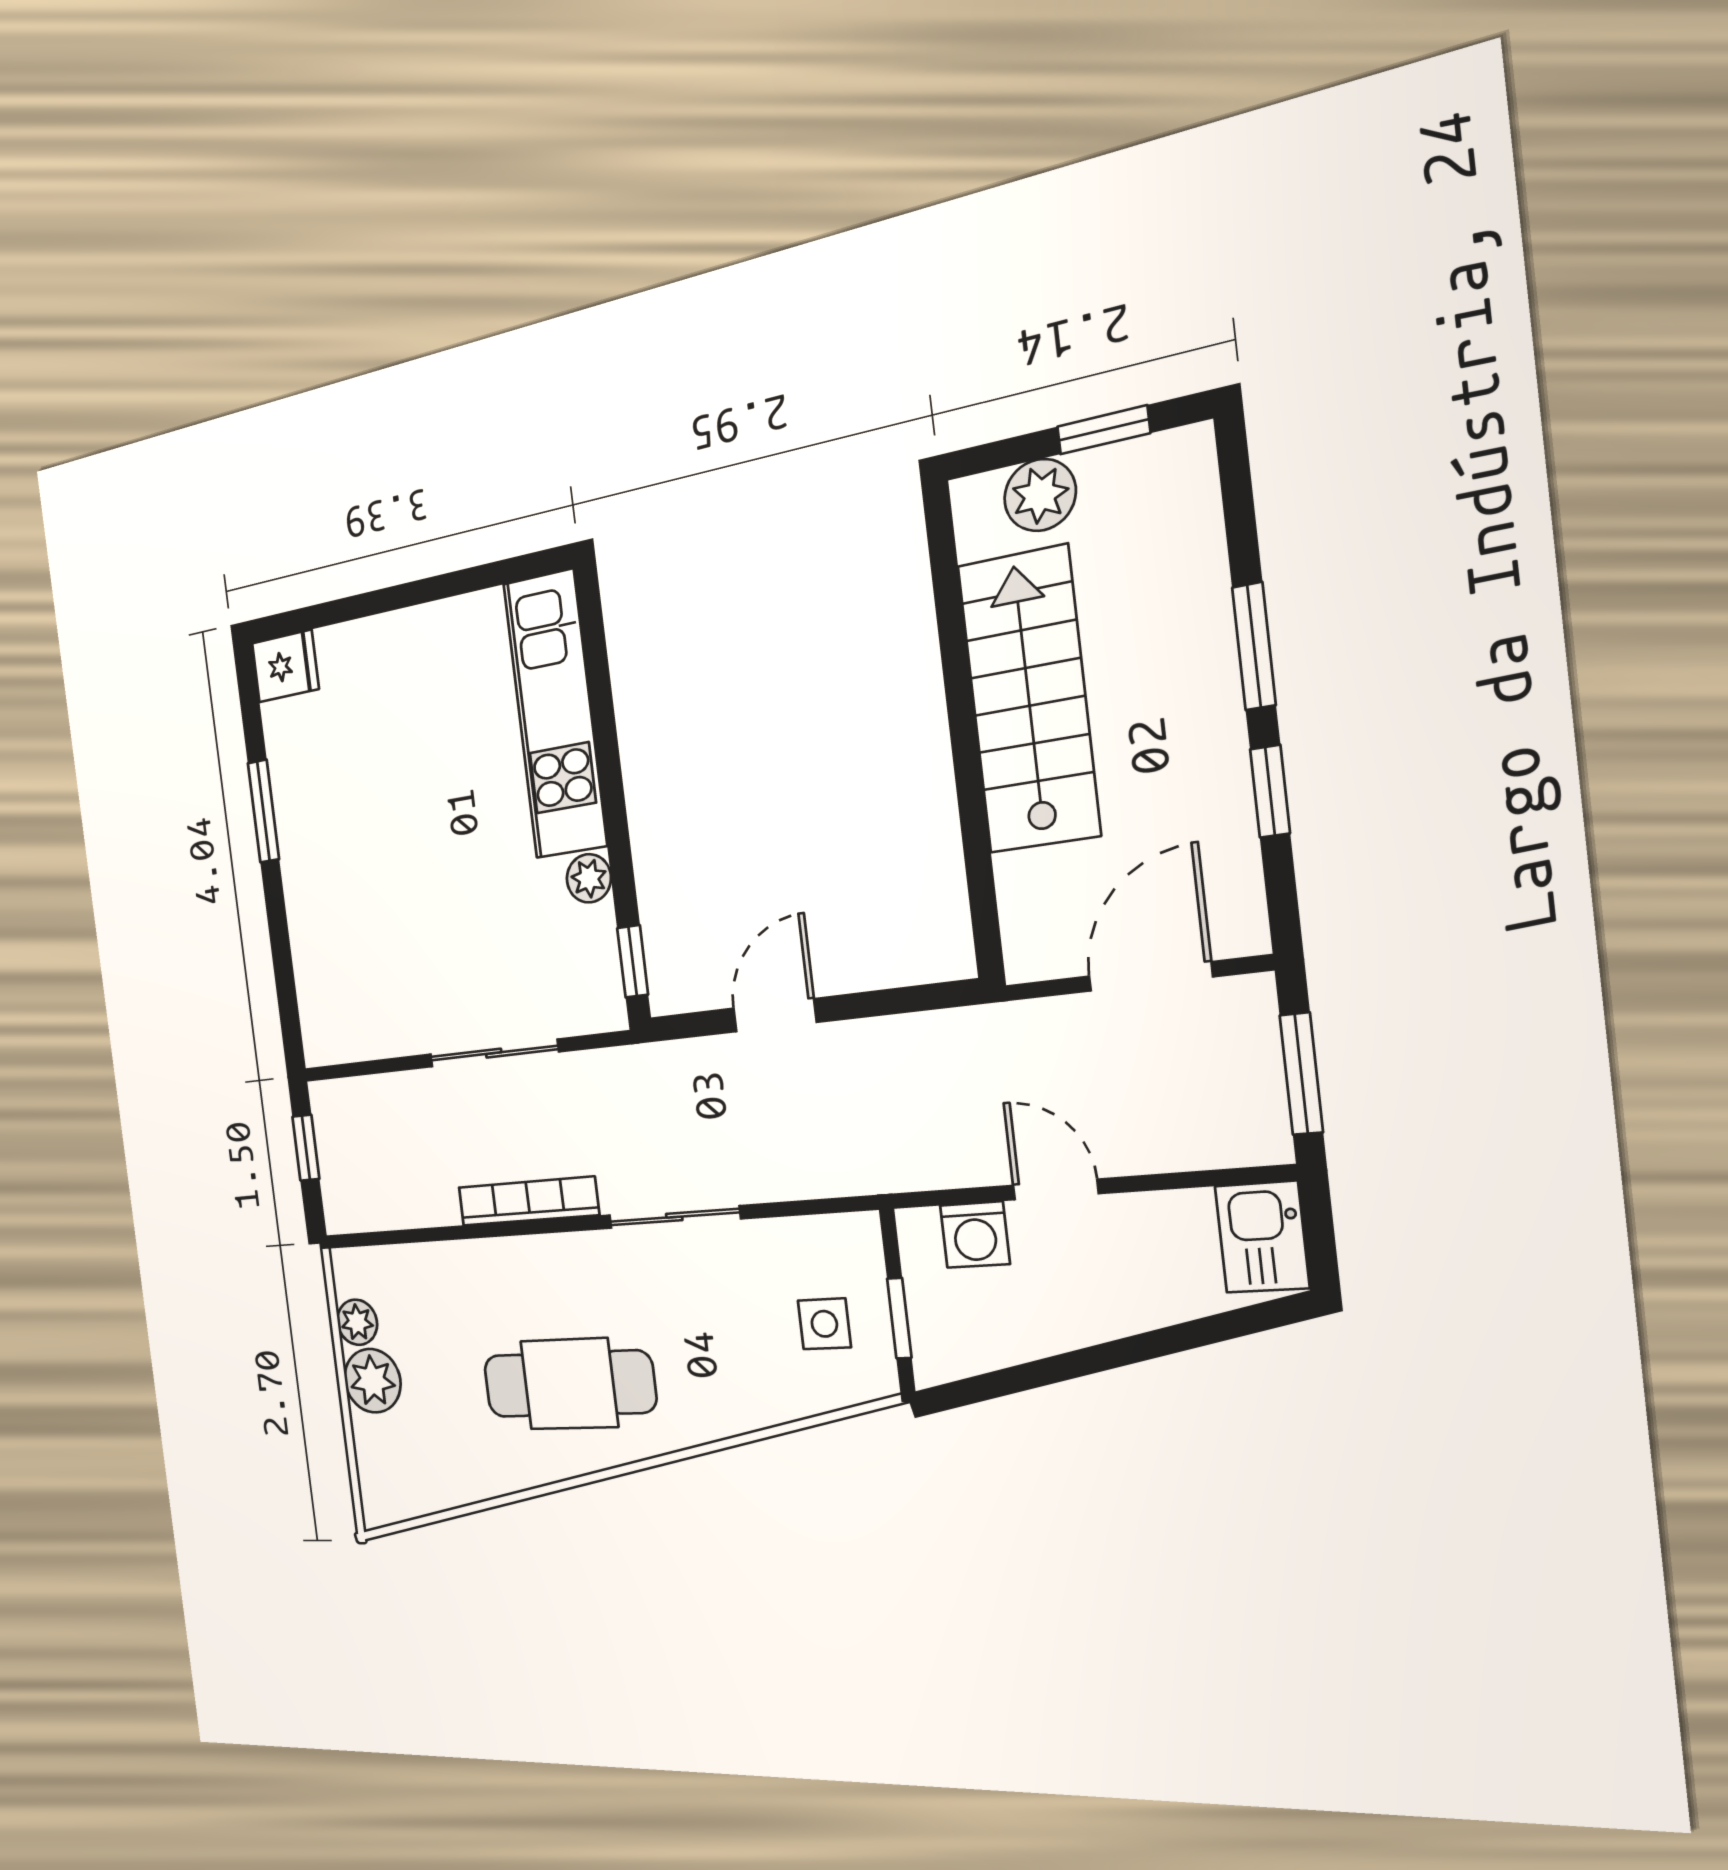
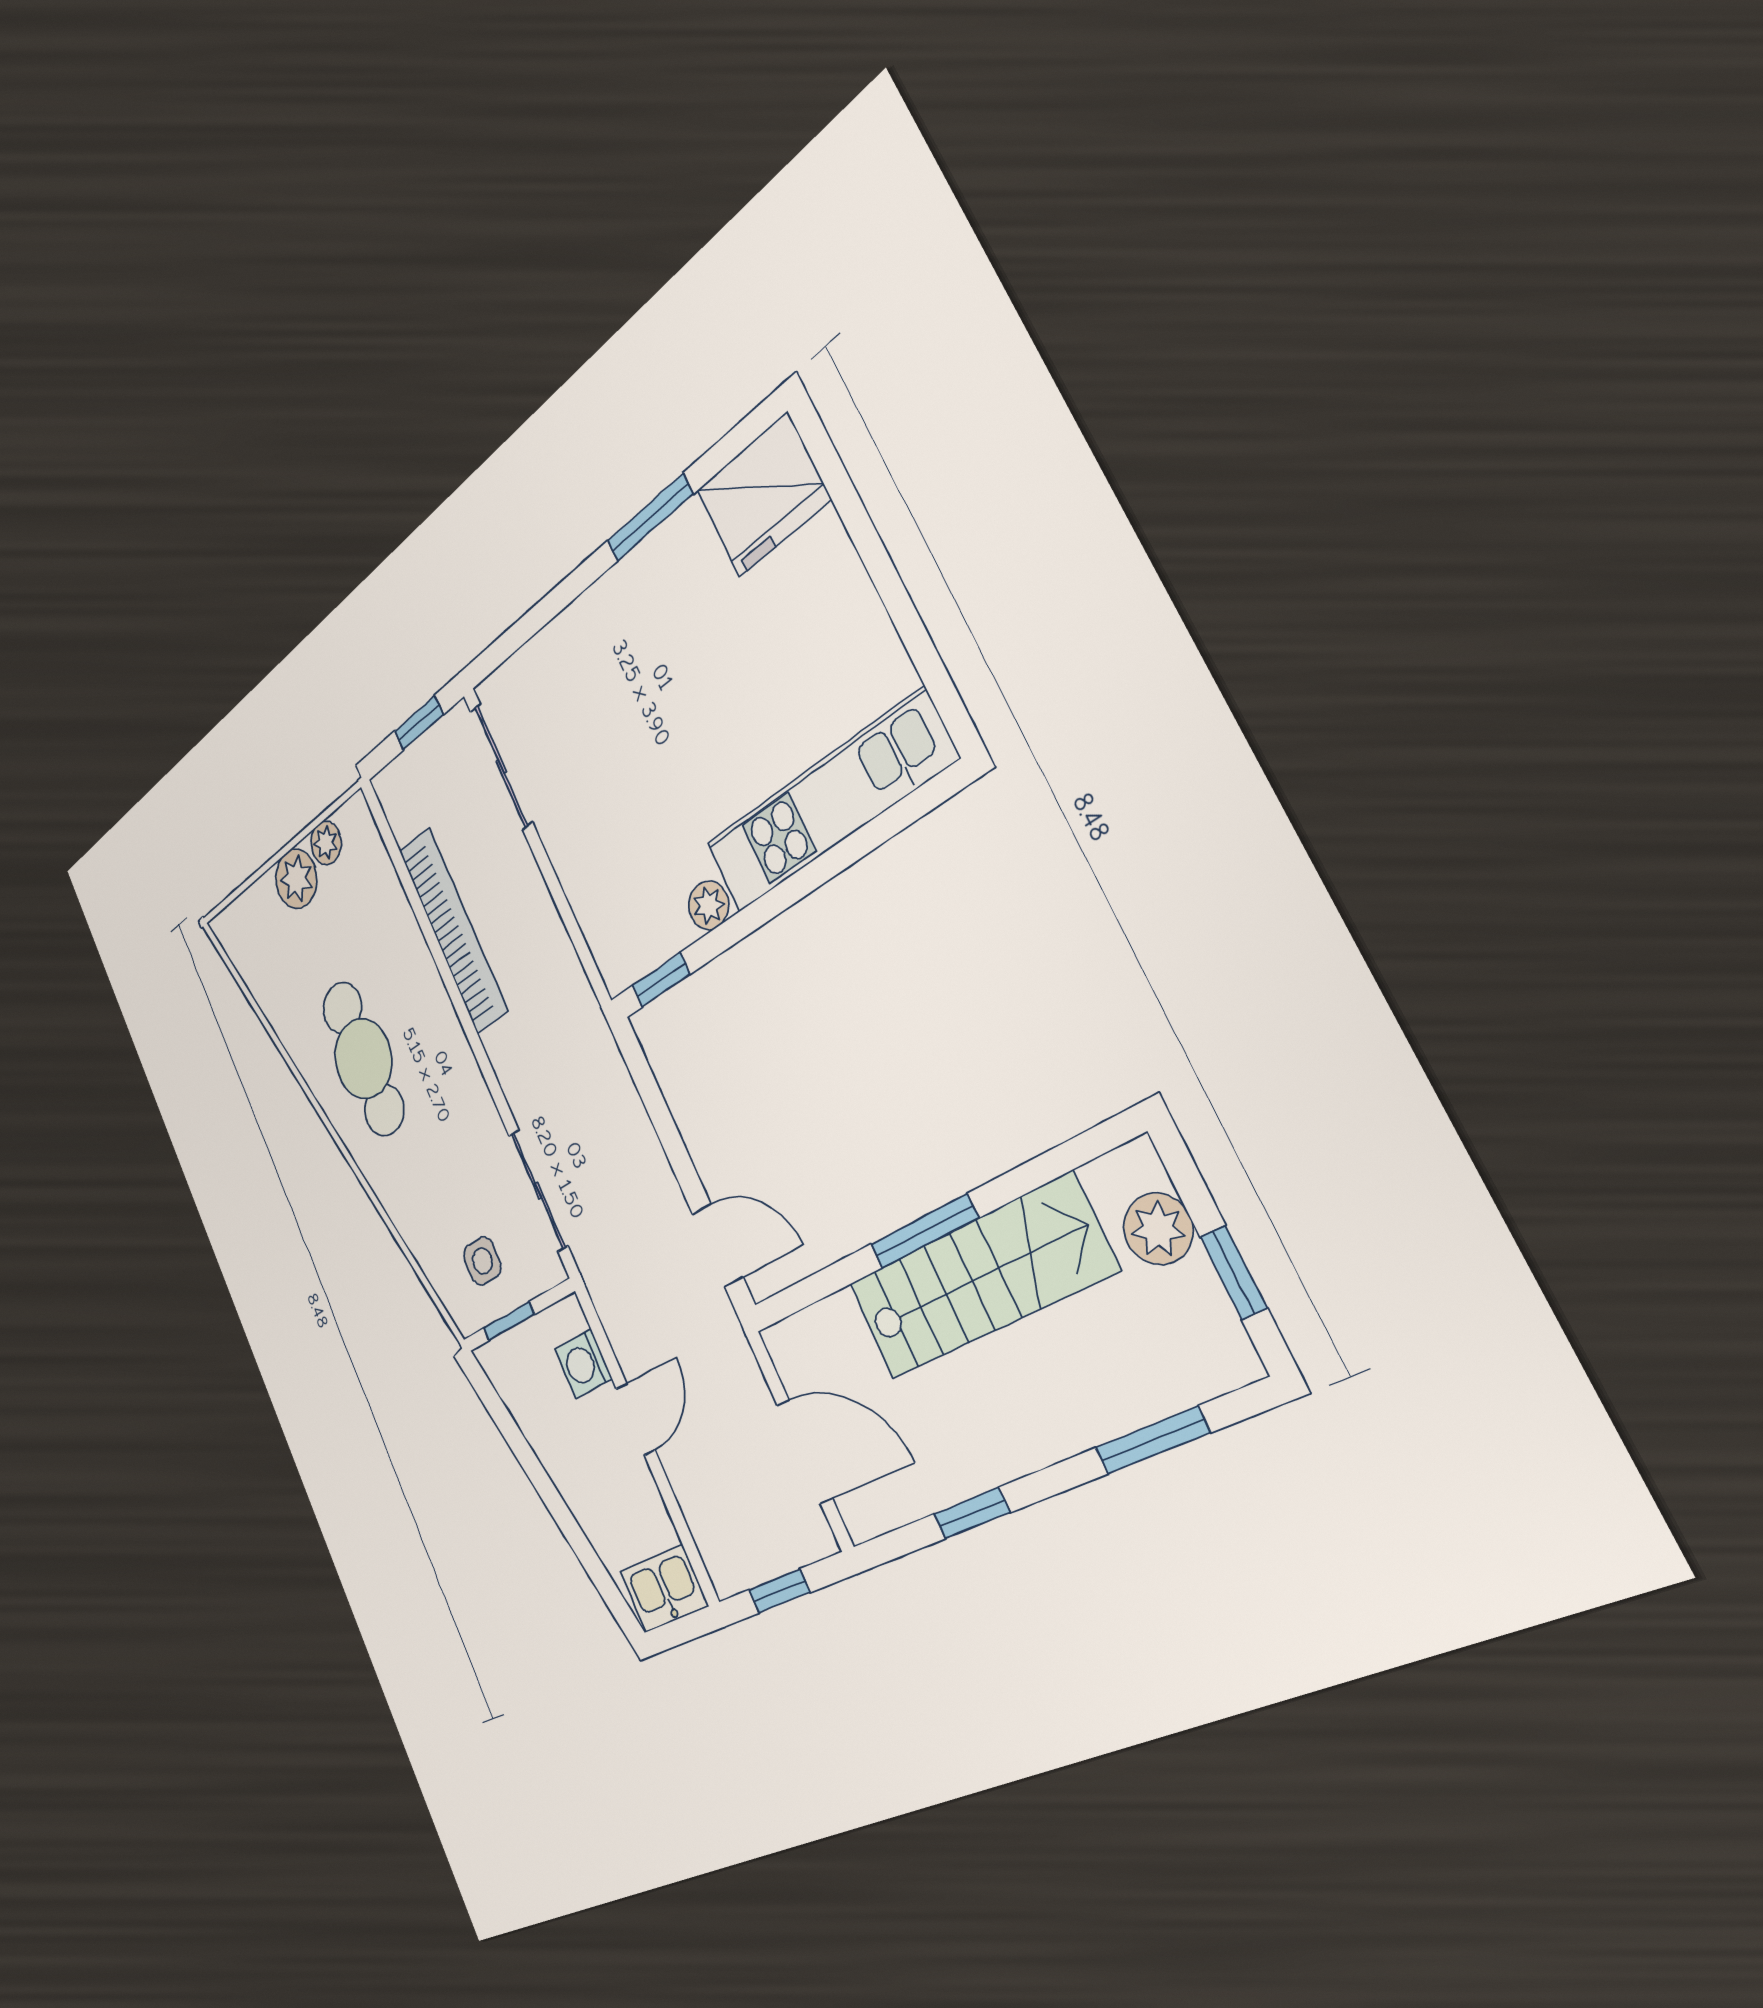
window: (1254, 646) -> (1152, 1440), moved
fridge: (285, 666) -> (763, 495), width x1.88, depth x1.34
window: (965, 748) -> (924, 1231), added
door: (775, 1015) -> (718, 1245), moved
sliding door: (494, 1053) -> (501, 766), moved
window: (1301, 1074) -> (779, 1591), width x0.67
bookcase: (528, 1201) -> (453, 930), width x1.48, depth x1.31
sliding door: (674, 1217) -> (538, 1191), moved

